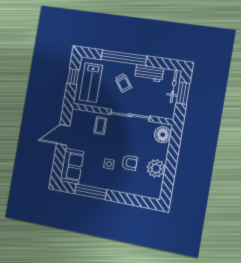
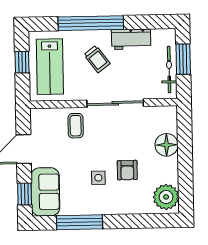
bicycle: (174, 86) -> (169, 69), moved
floor lamp: (163, 135) -> (167, 145), moved
armchair: (130, 163) -> (127, 170), turned 90
window: (58, 165) -> (25, 194), added
plant: (156, 168) -> (166, 197), moved

